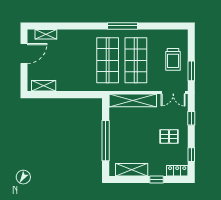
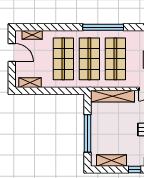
window: (123, 26) -> (103, 27), width x1.46
door: (24, 53) -> (12, 53), hinge flipped
shop shelf: (80, 60) -> (63, 59), added

